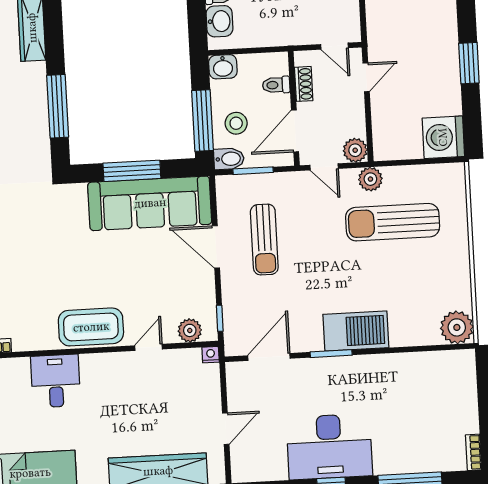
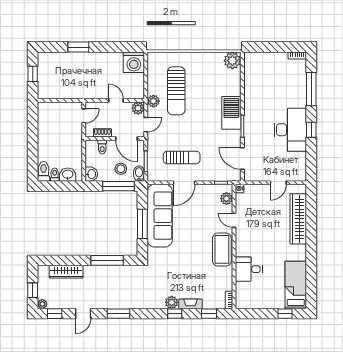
window: (469, 63) -> (78, 47), moved
door: (366, 77) -> (116, 100), moved
door: (226, 429) -> (278, 183), swing flipped

